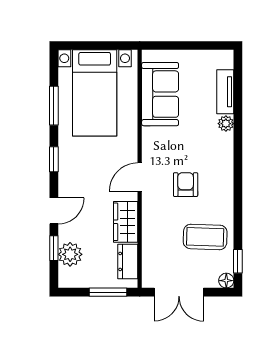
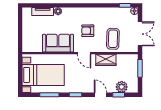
sofa: (160, 94) -> (58, 43), moved
coffee table: (205, 237) -> (113, 39), moved
dresser: (128, 261) -> (125, 59), removed

